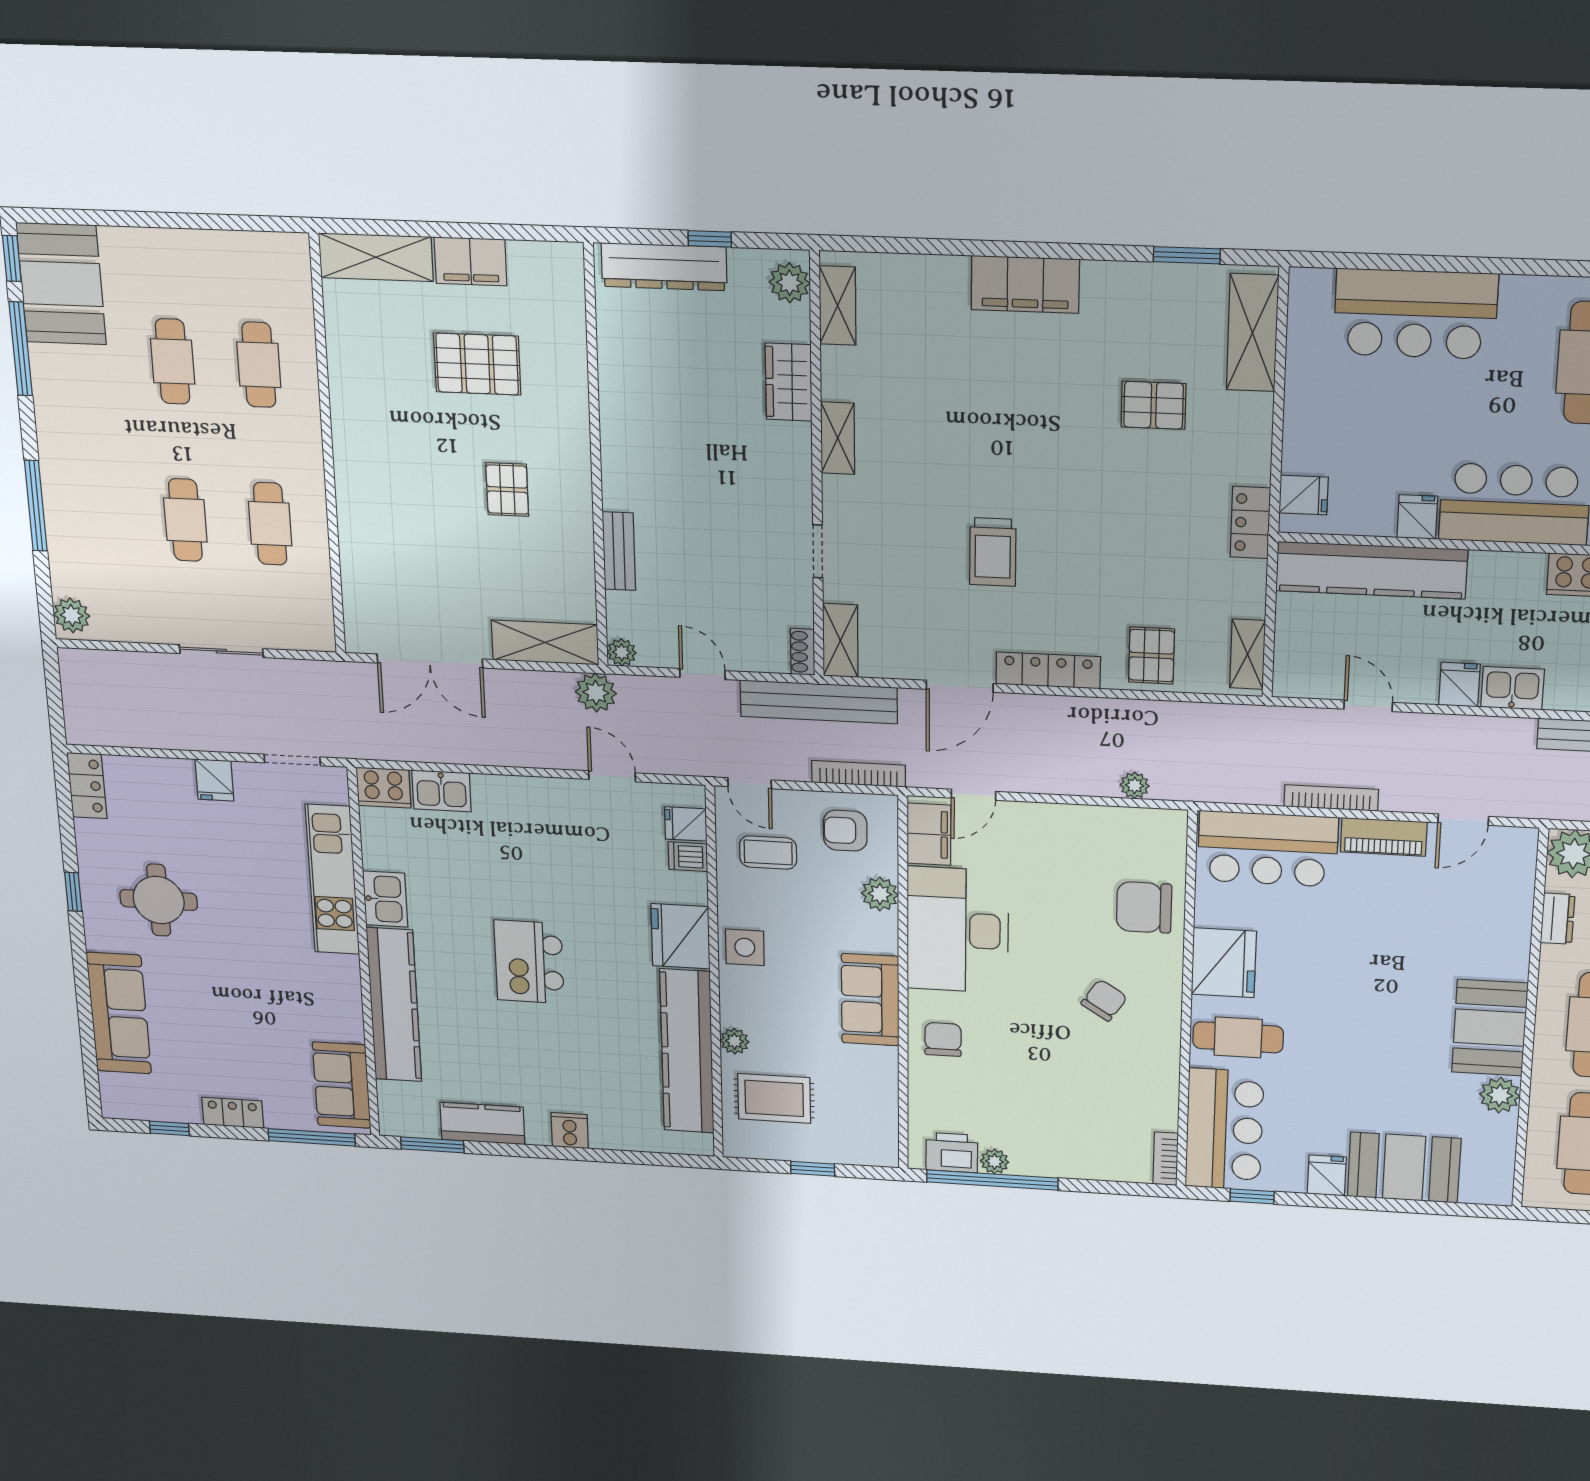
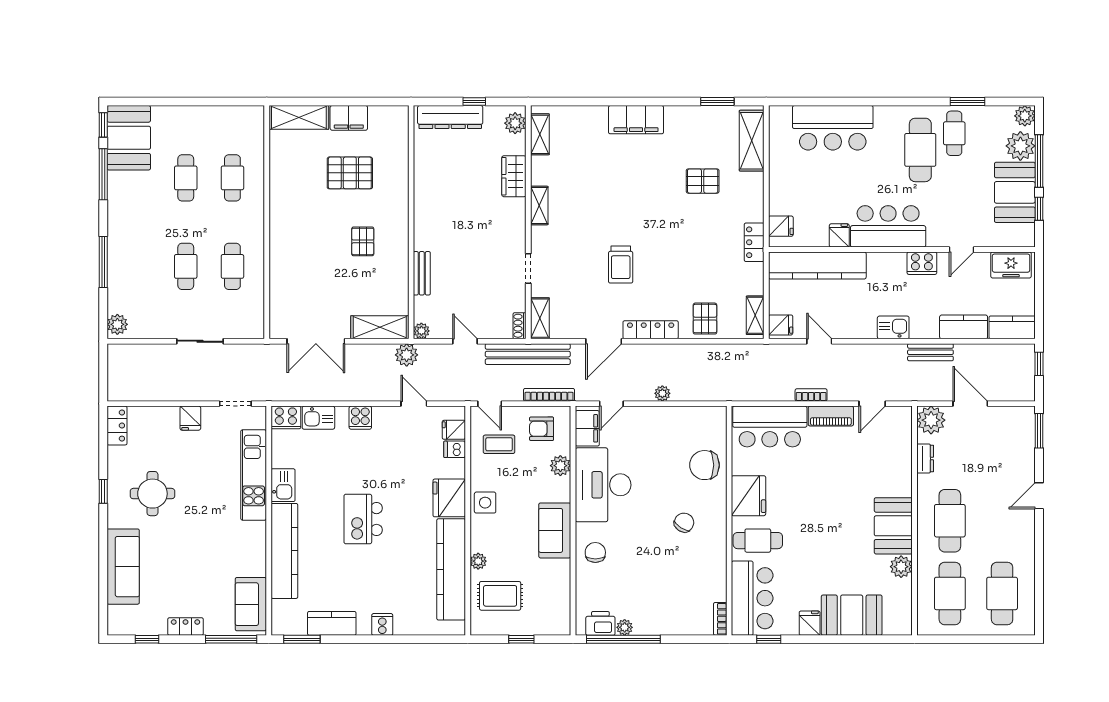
fridge: (1459, 685) -> (781, 325), moved, turned 90
plant: (1135, 785) -> (662, 393), moved
cooker: (516, 795) -> (360, 418), added
bookcase: (1331, 798) -> (811, 395), width x0.64

